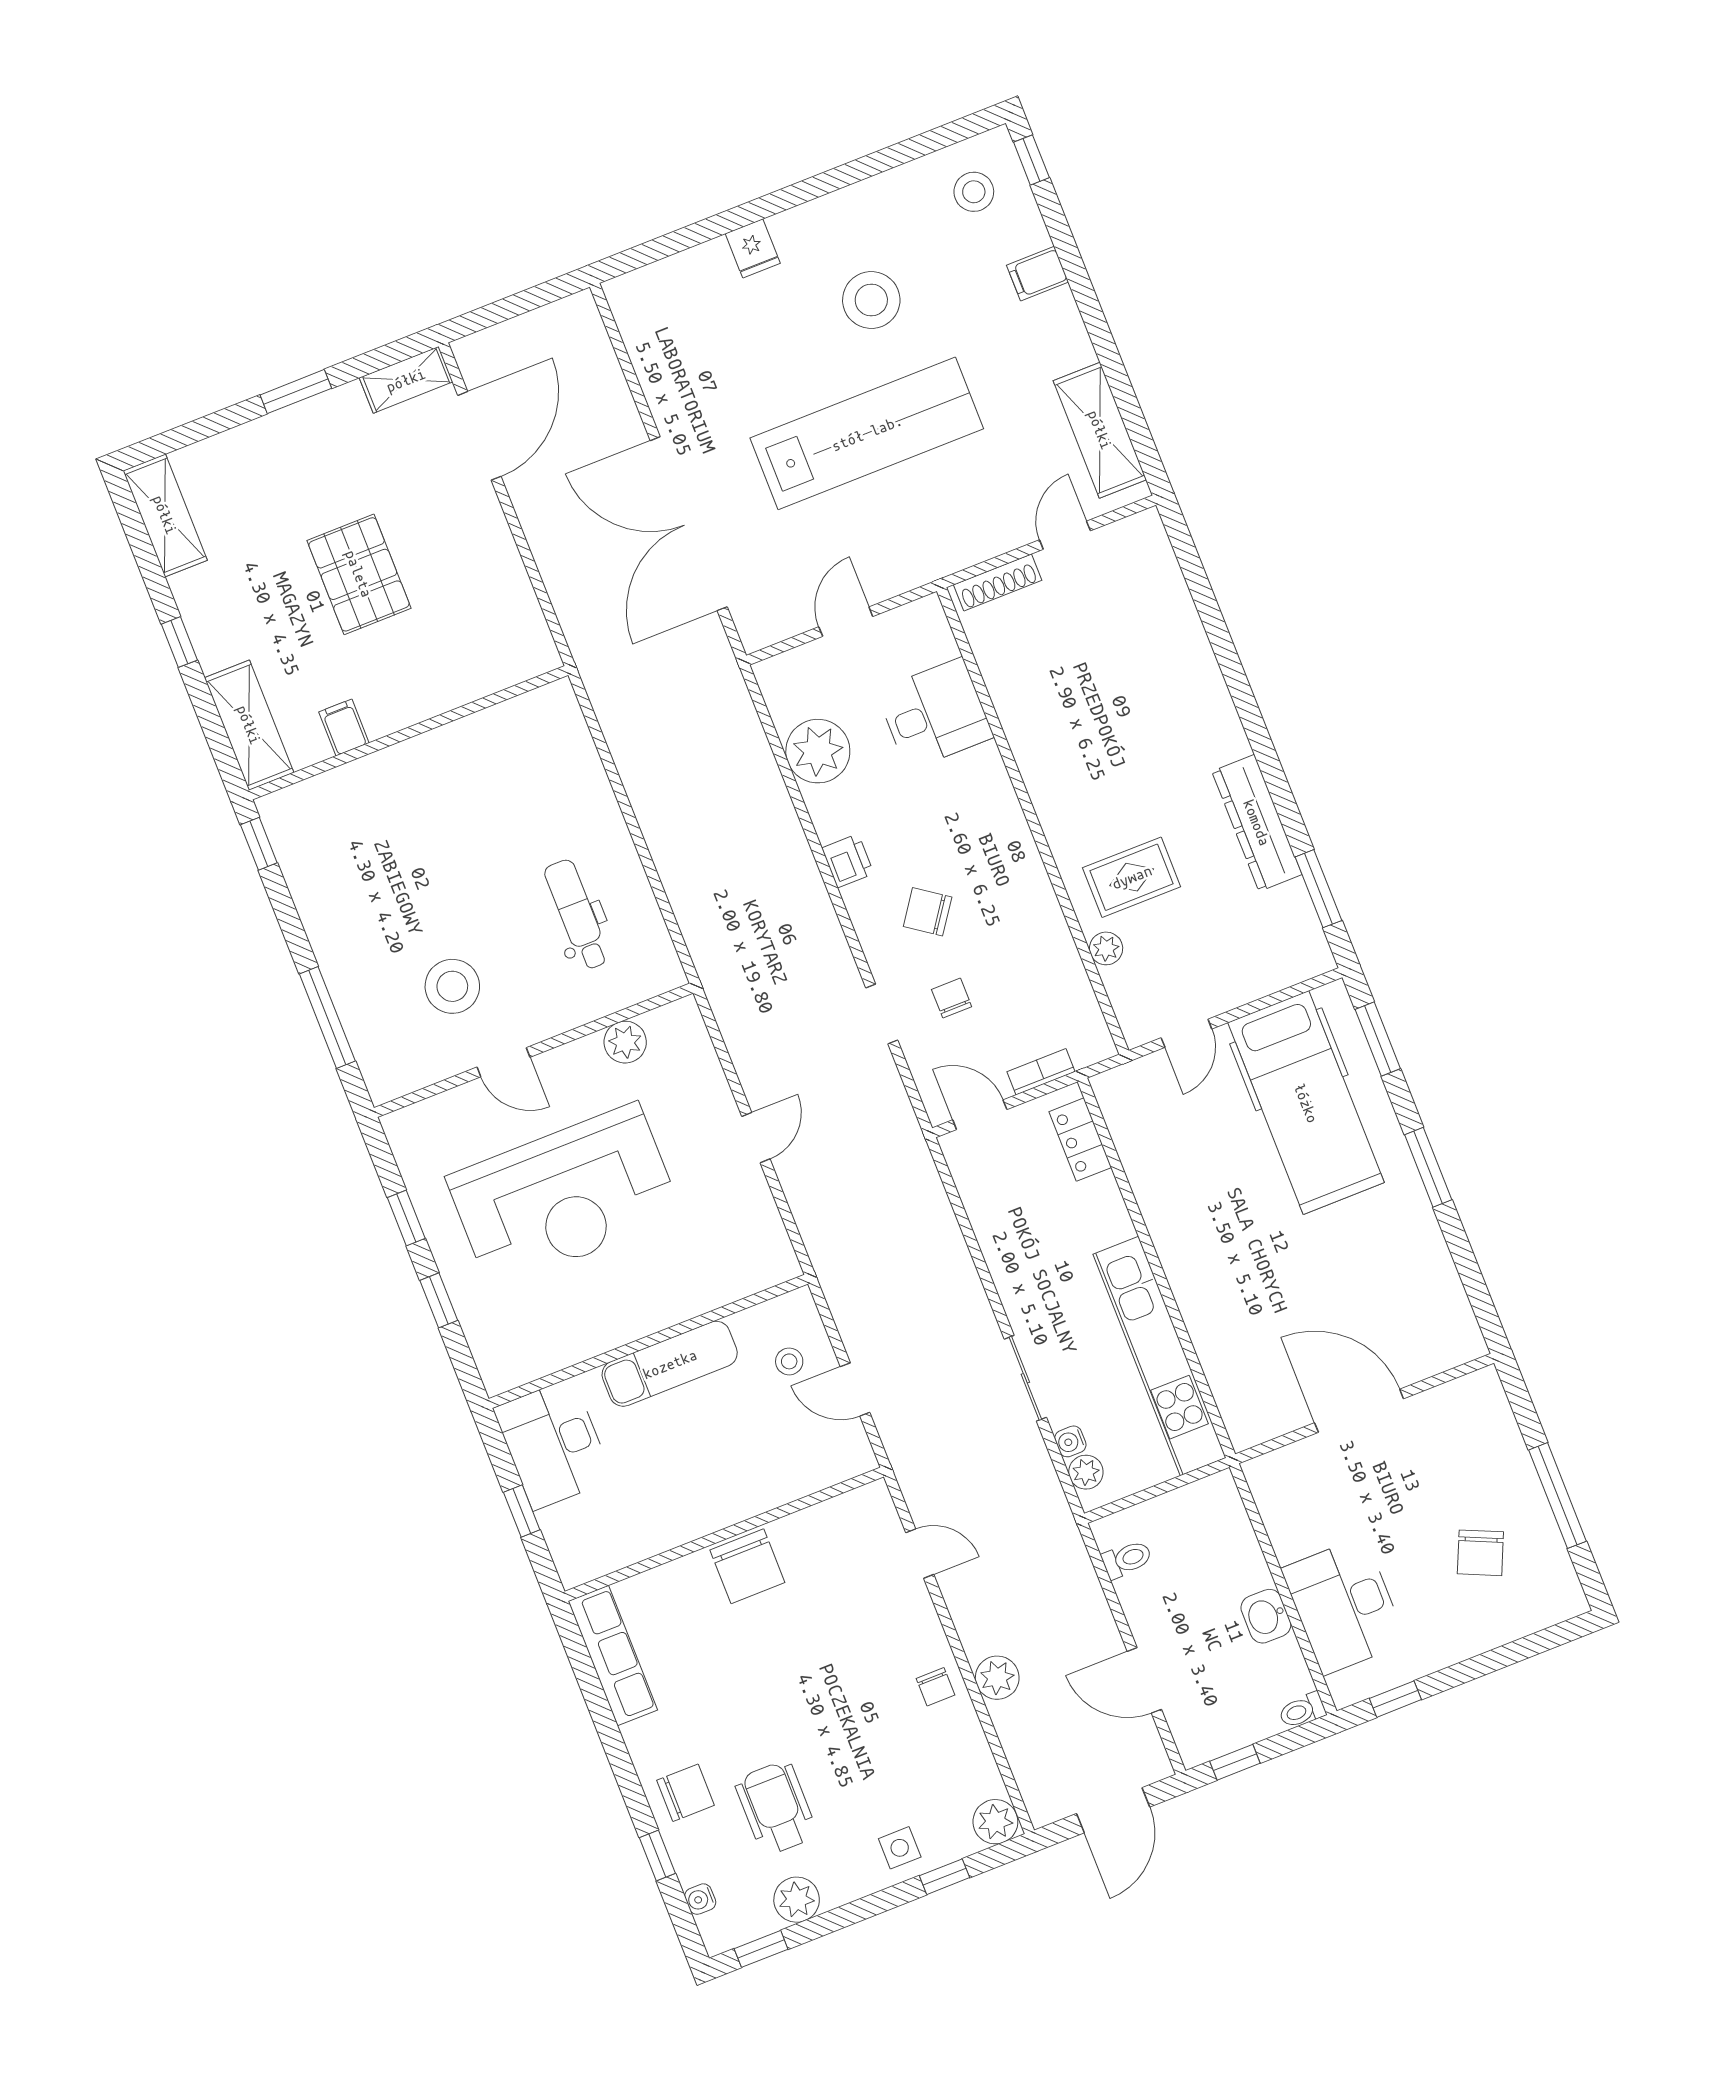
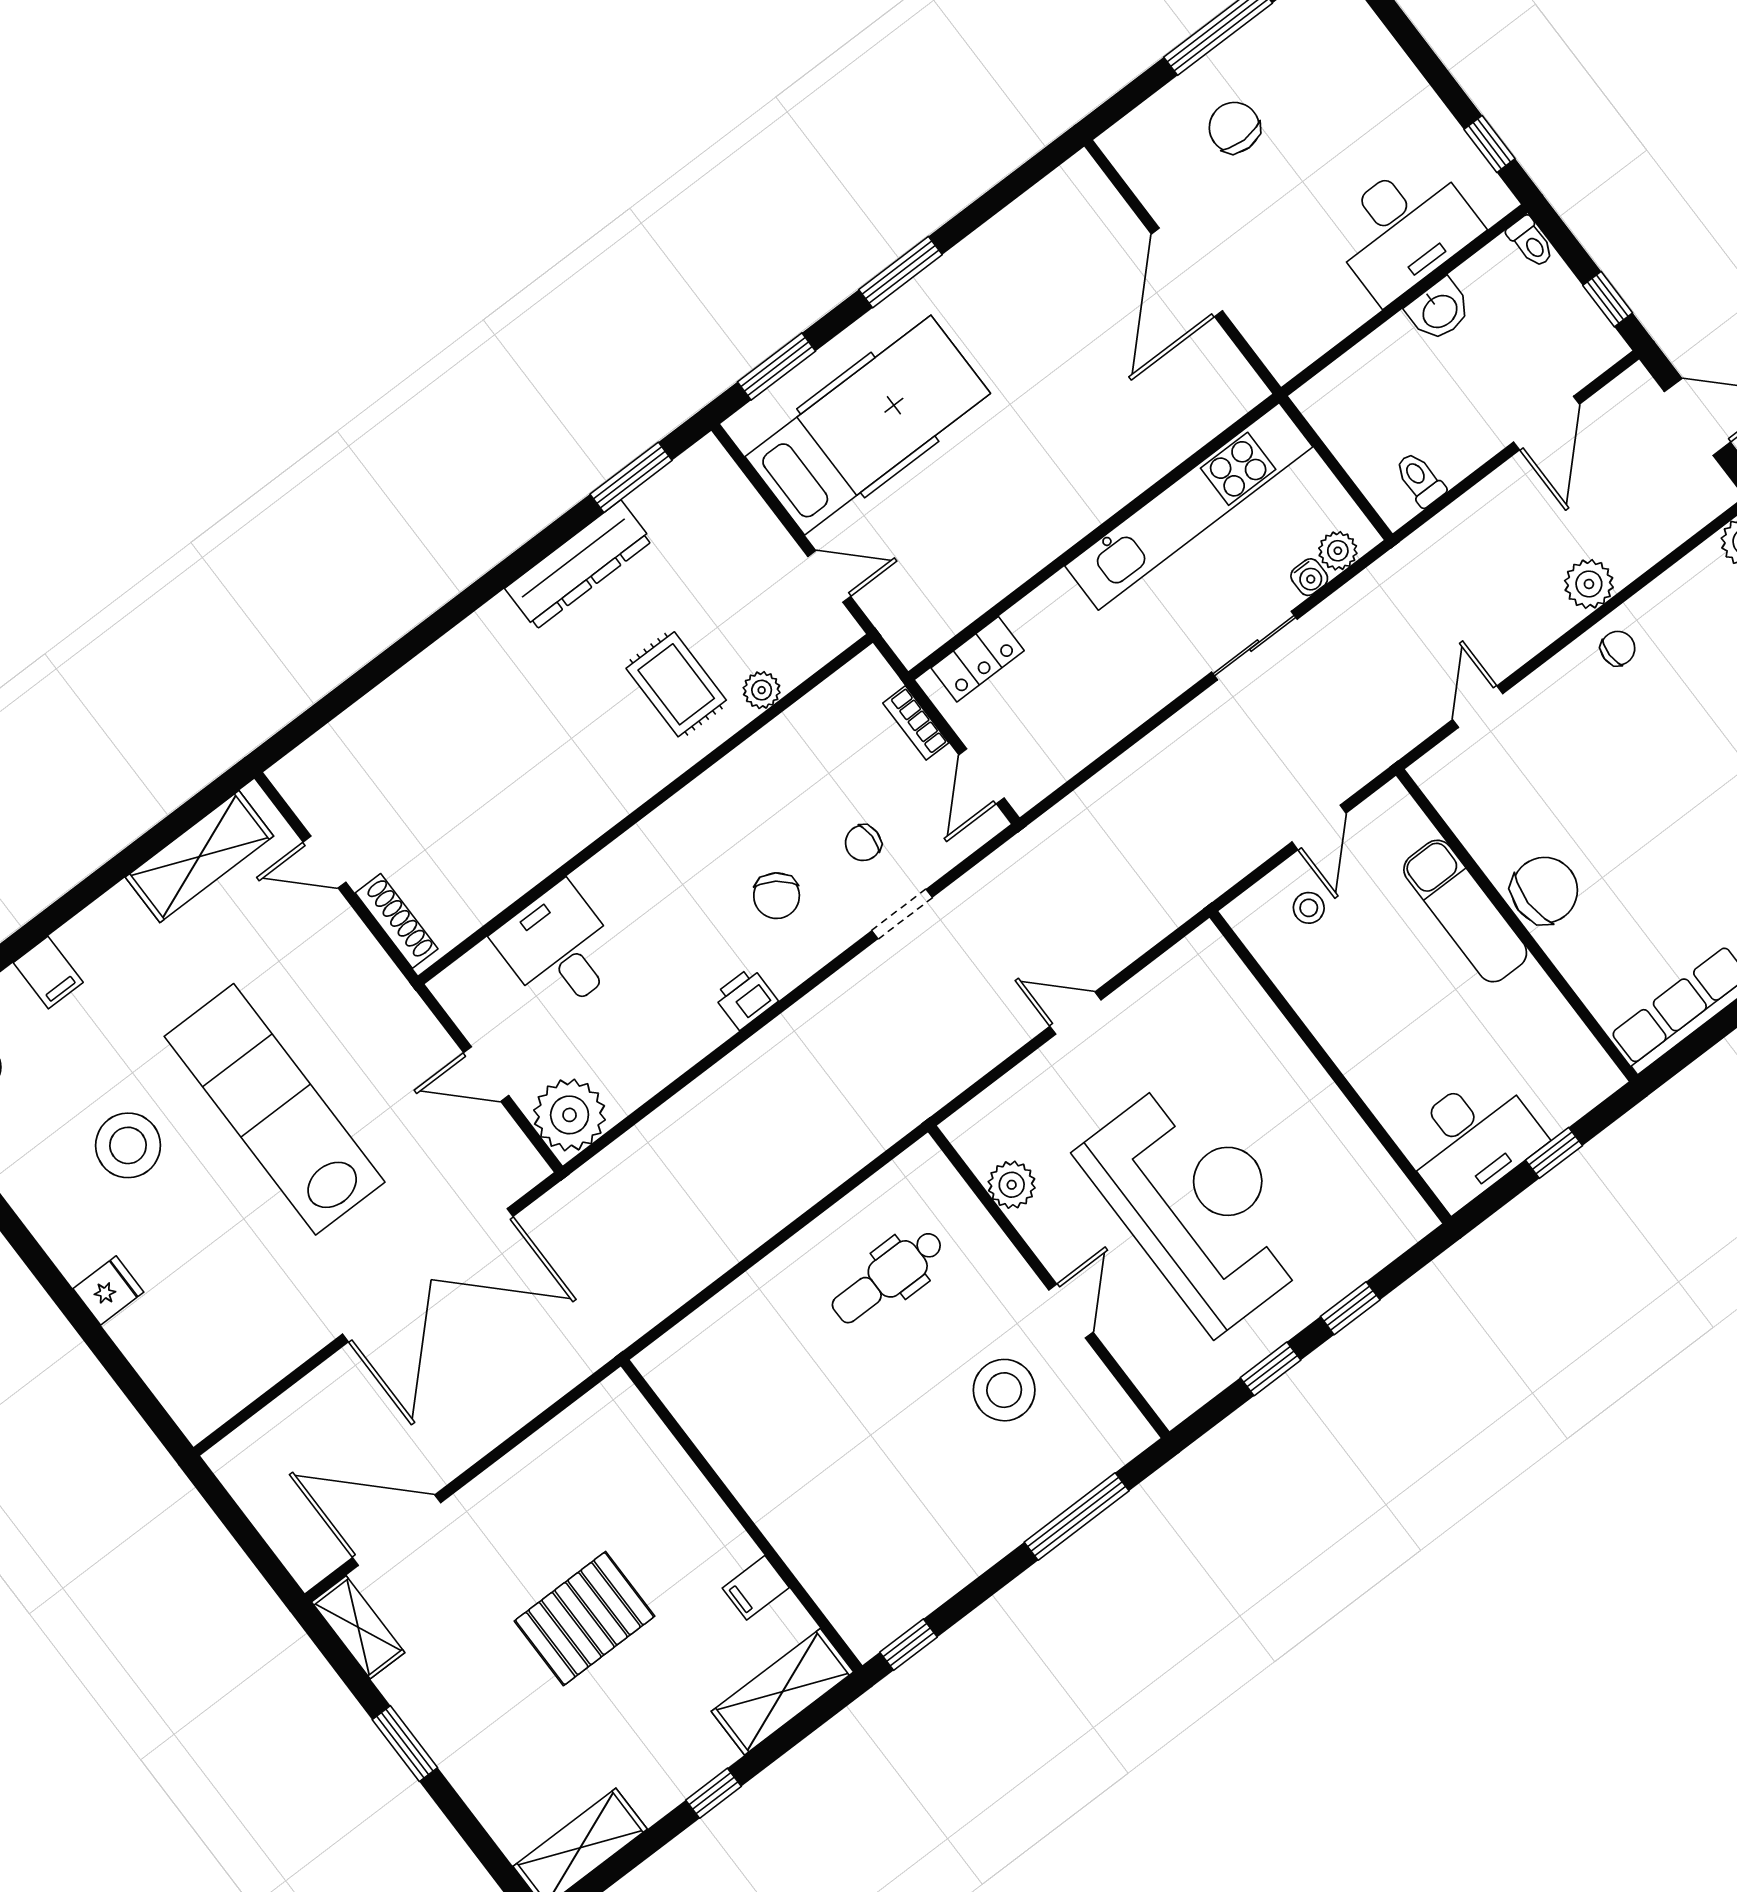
plant: (818, 751) -> (570, 1115), moved
exam couch: (670, 1364) -> (1465, 911), moved, turned 180
chair: (1480, 1553) -> (1234, 127), moved, turned -114

